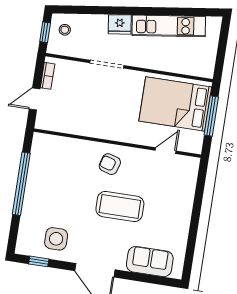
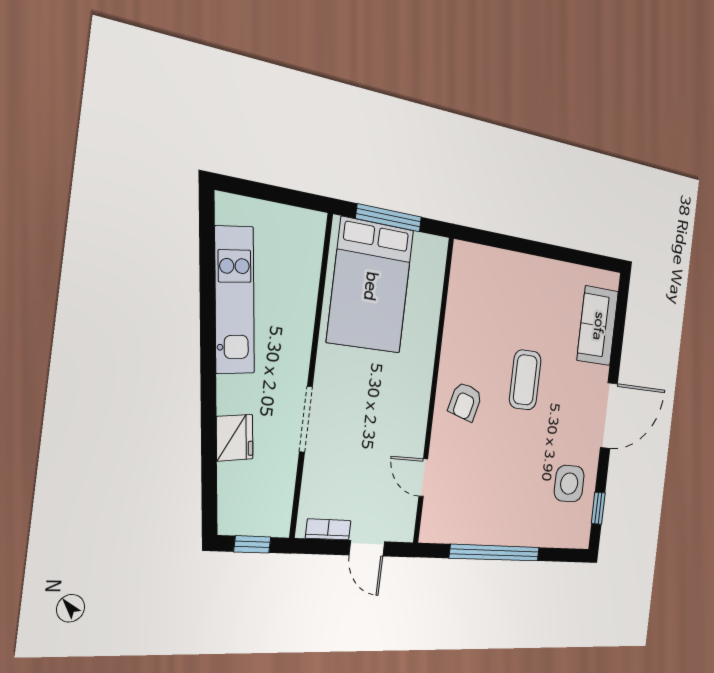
fridge: (120, 24) -> (235, 438), moved
stool: (65, 30) -> (247, 506), removed
door: (166, 151) -> (423, 478), moved
coffee table: (120, 206) -> (525, 380), width x0.73, depth x0.76

